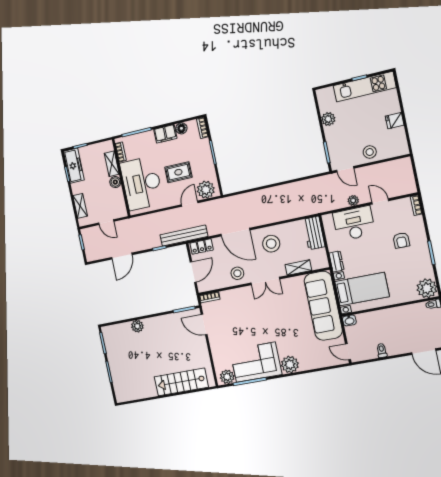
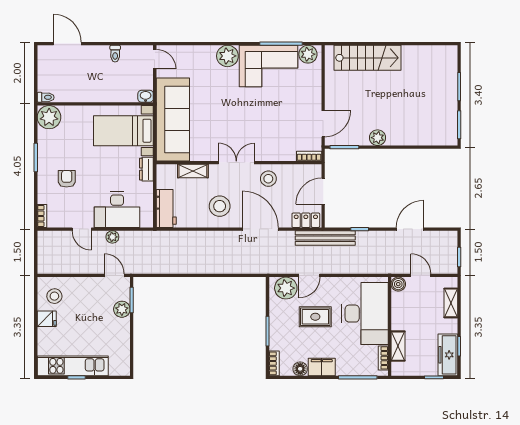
plant: (328, 119) -> (122, 309), moved
stool: (370, 152) -> (54, 296), moved
boiler: (115, 182) -> (398, 284), moved
door: (204, 325) -> (323, 124), hinge flipped
plant: (137, 326) -> (378, 138), moved

